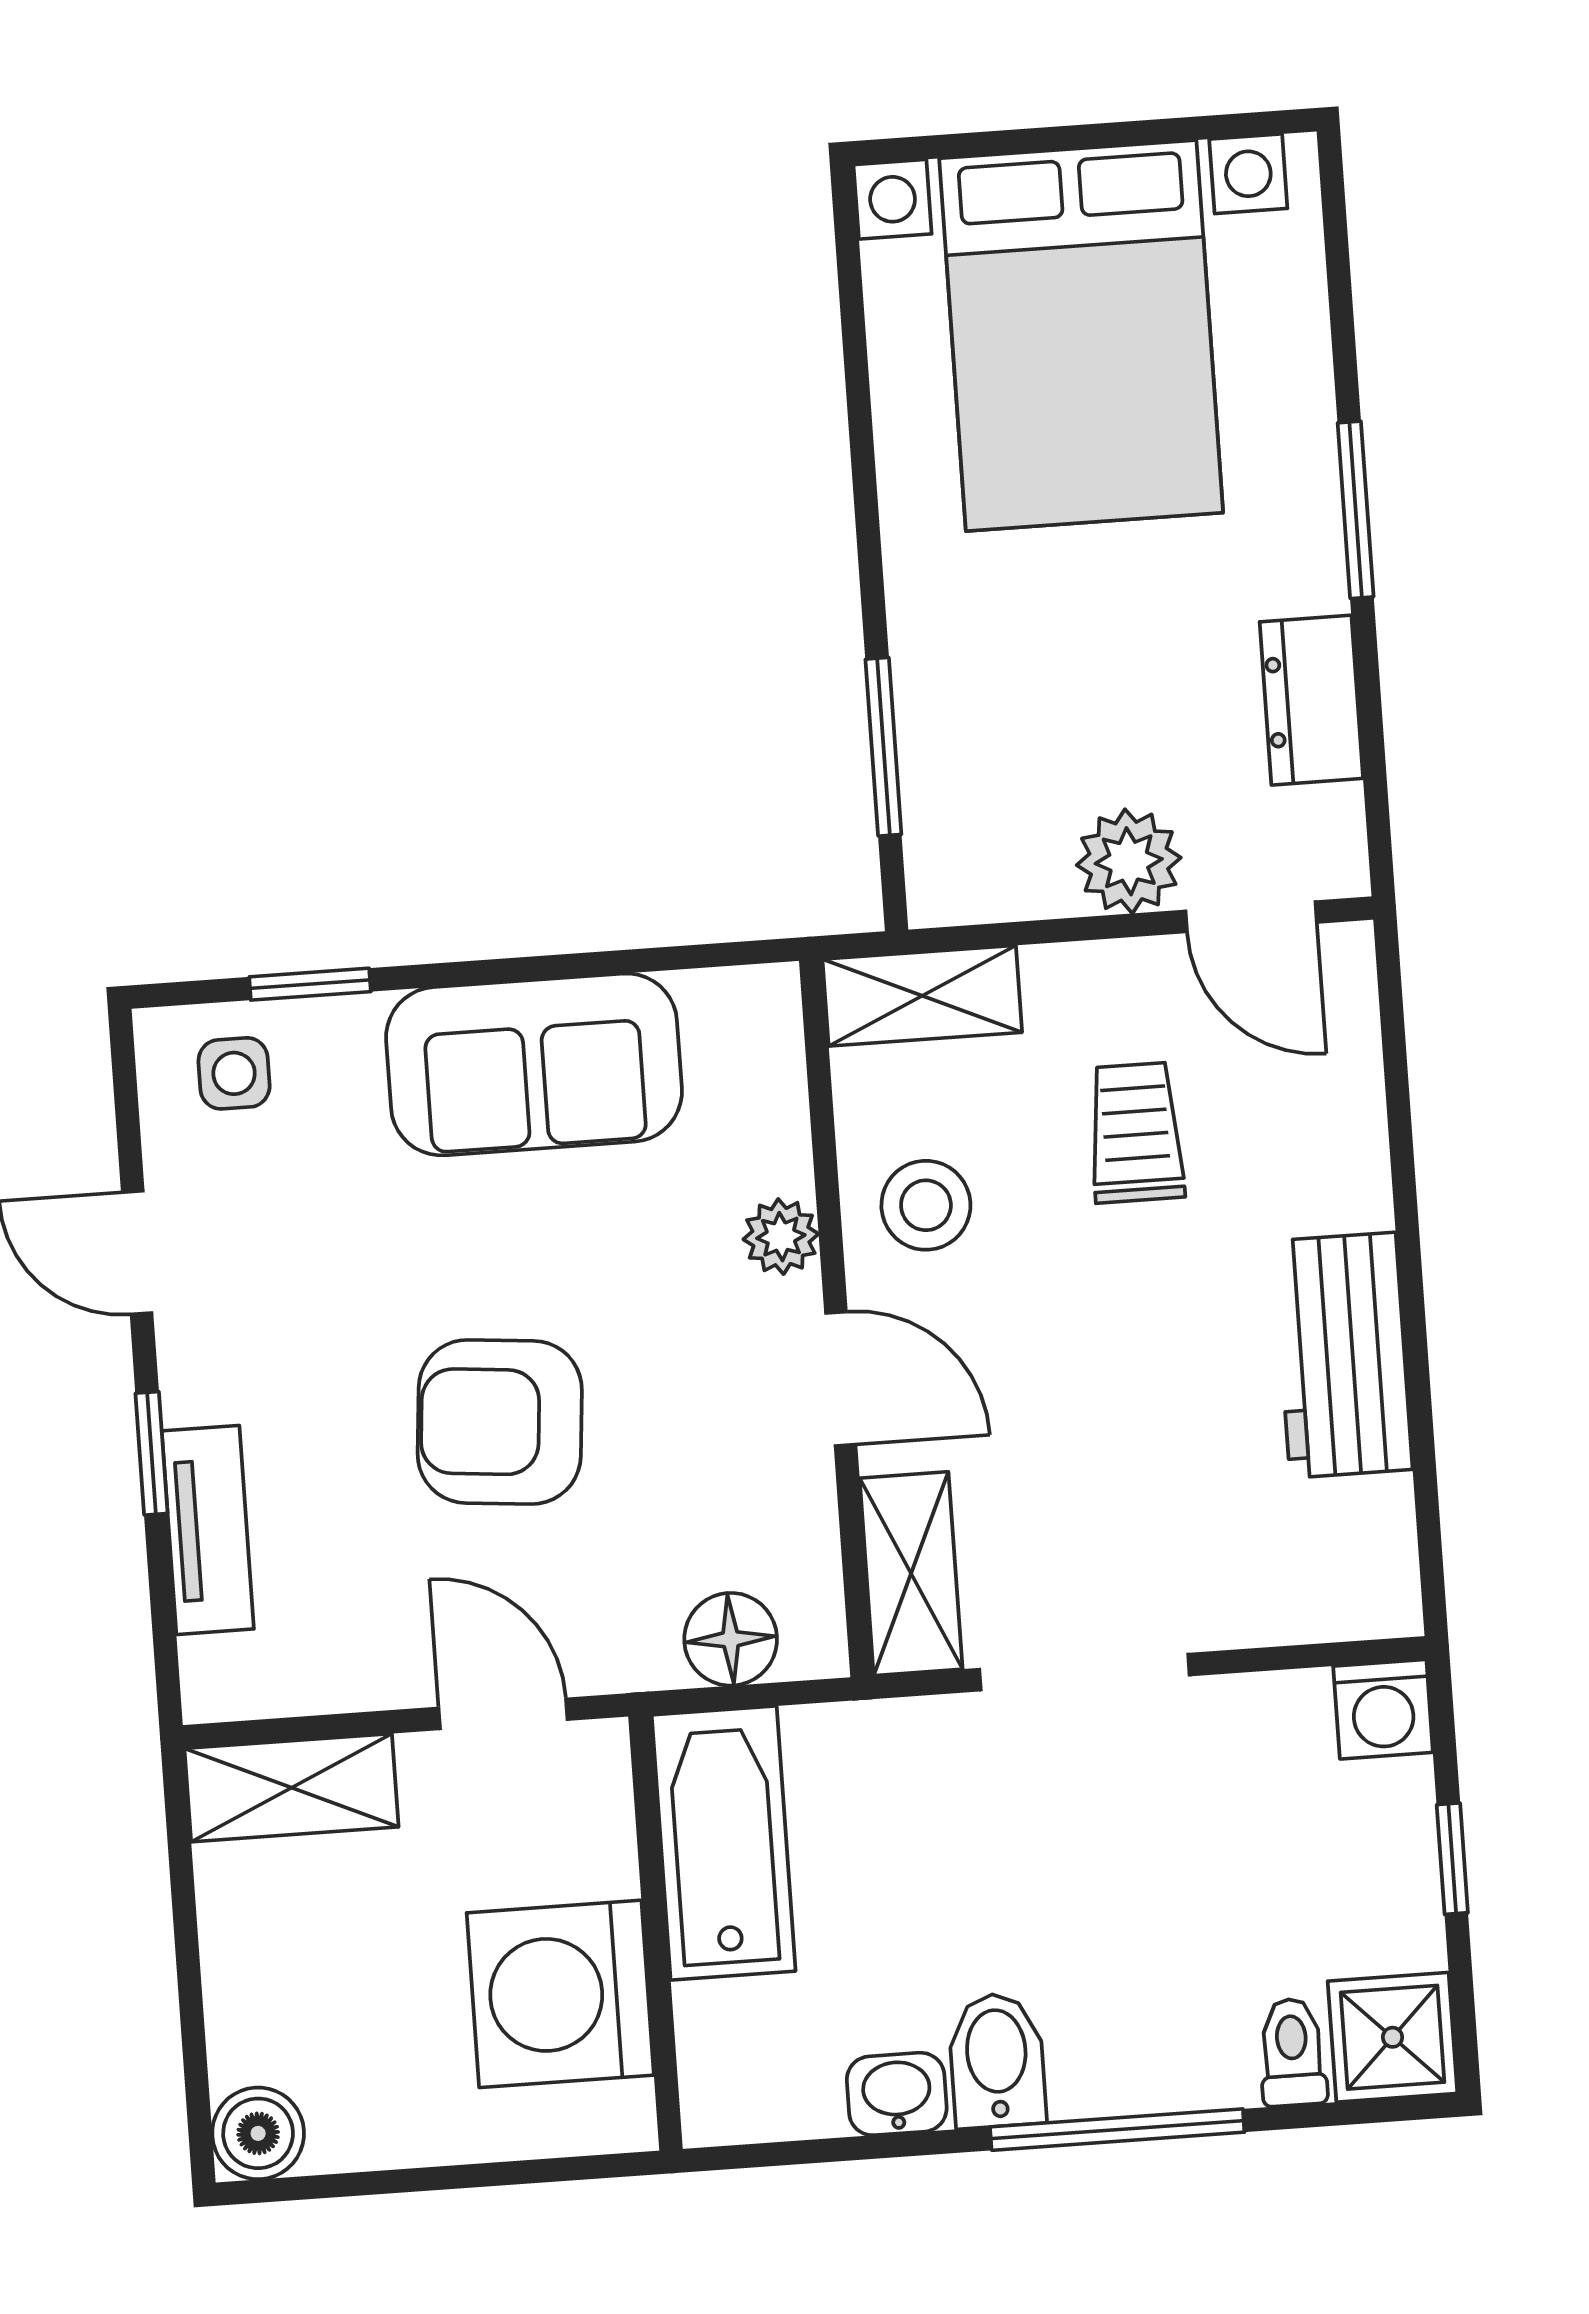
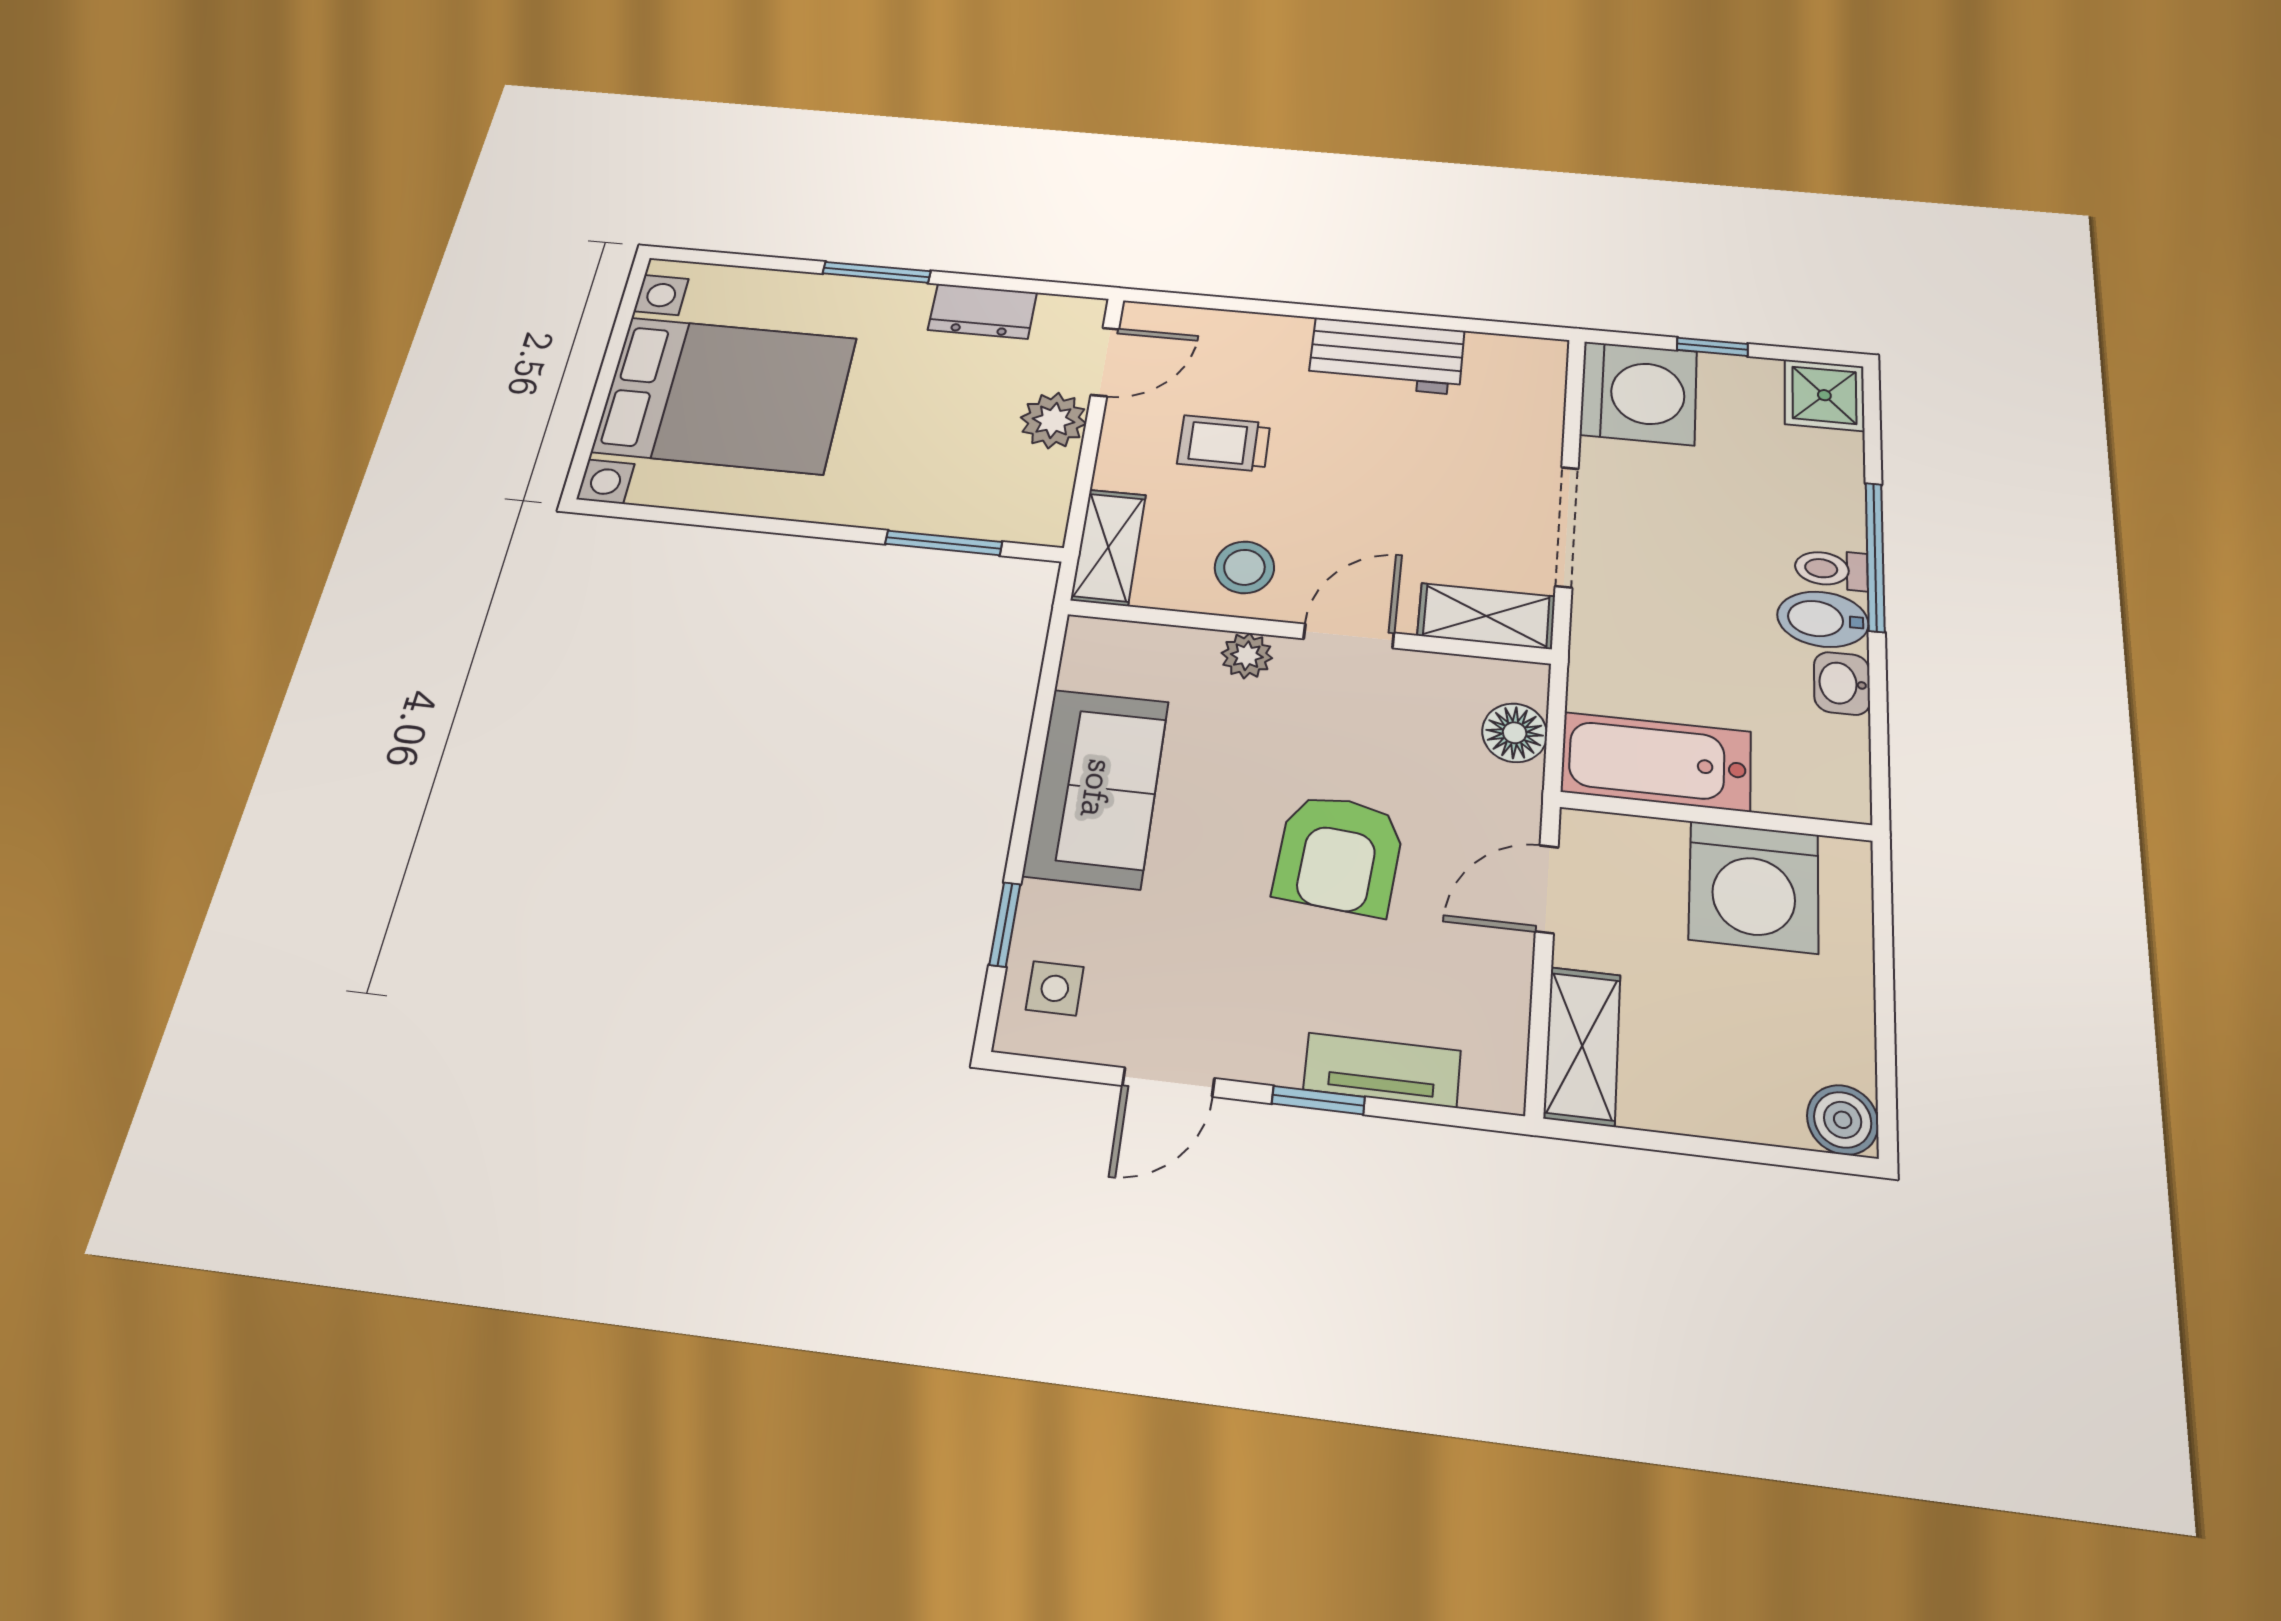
washing machine: (1383, 1709) -> (1639, 393), width x1.89, depth x1.89
toilet: (1292, 2052) -> (1831, 569), moved

